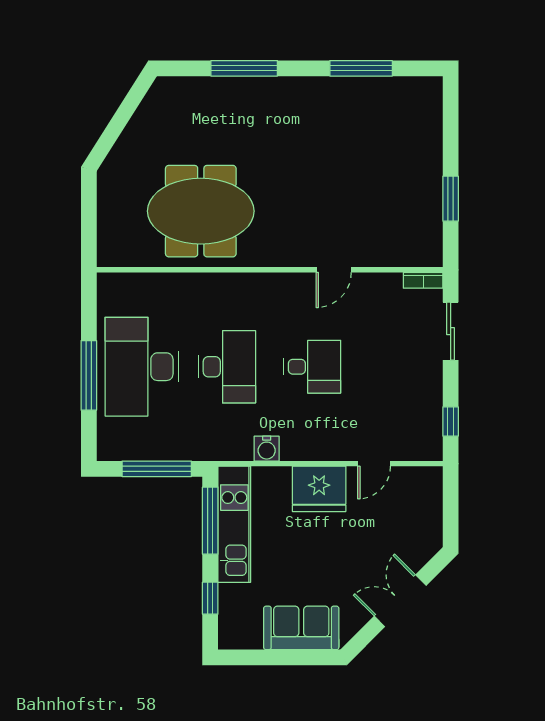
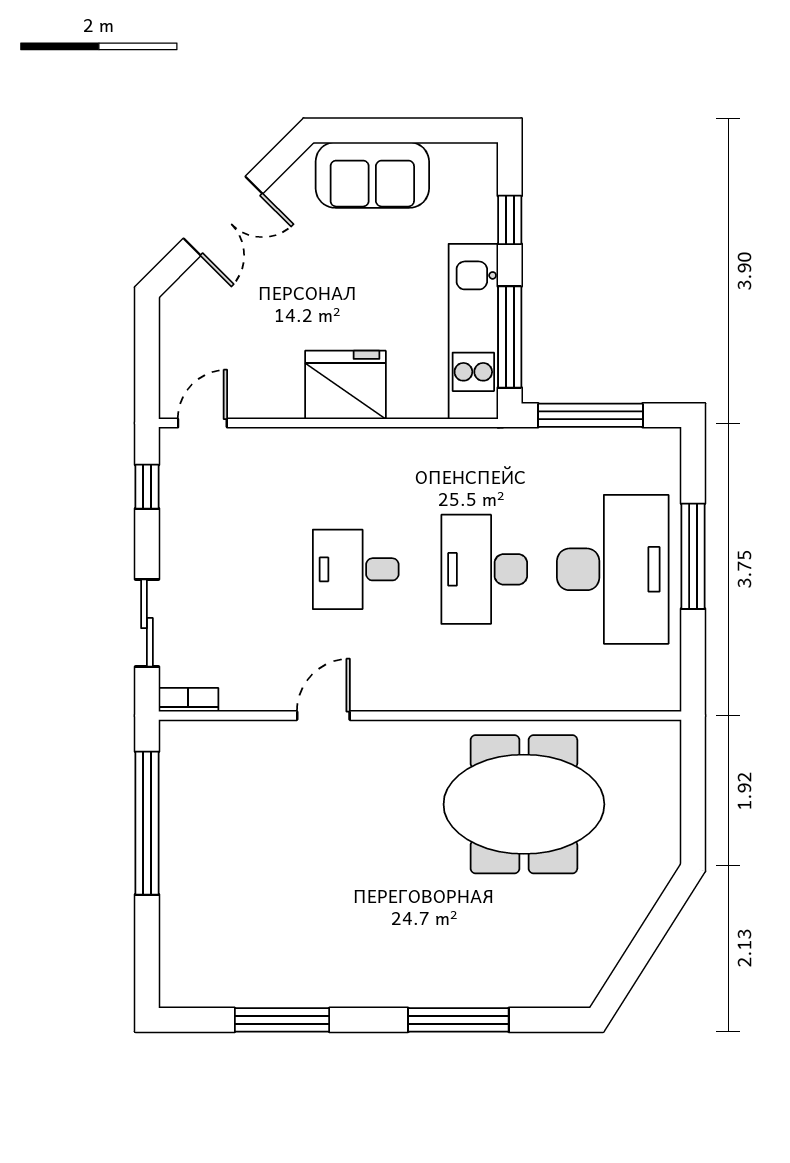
window: (451, 199) -> (147, 823), width x2.11
water cooler: (267, 449) -> (425, 446), removed
door: (374, 464) -> (202, 423), moved

